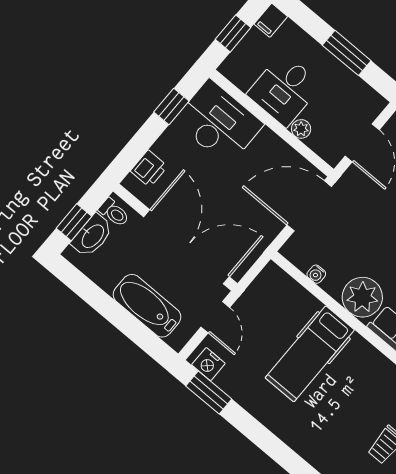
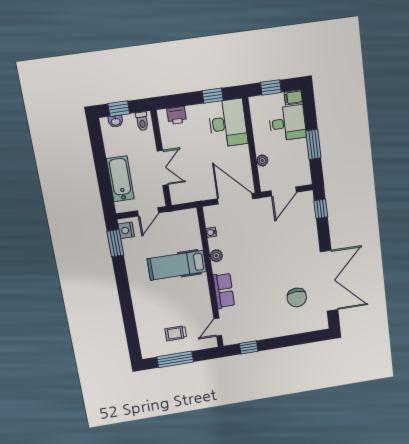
desk: (284, 90) -> (287, 123), moved, turned 180
washbasin: (92, 236) -> (116, 121), width x0.52, depth x0.69
double door: (187, 247) -> (163, 168), width x0.54
plant: (362, 297) -> (216, 256), width x0.53, depth x0.53

